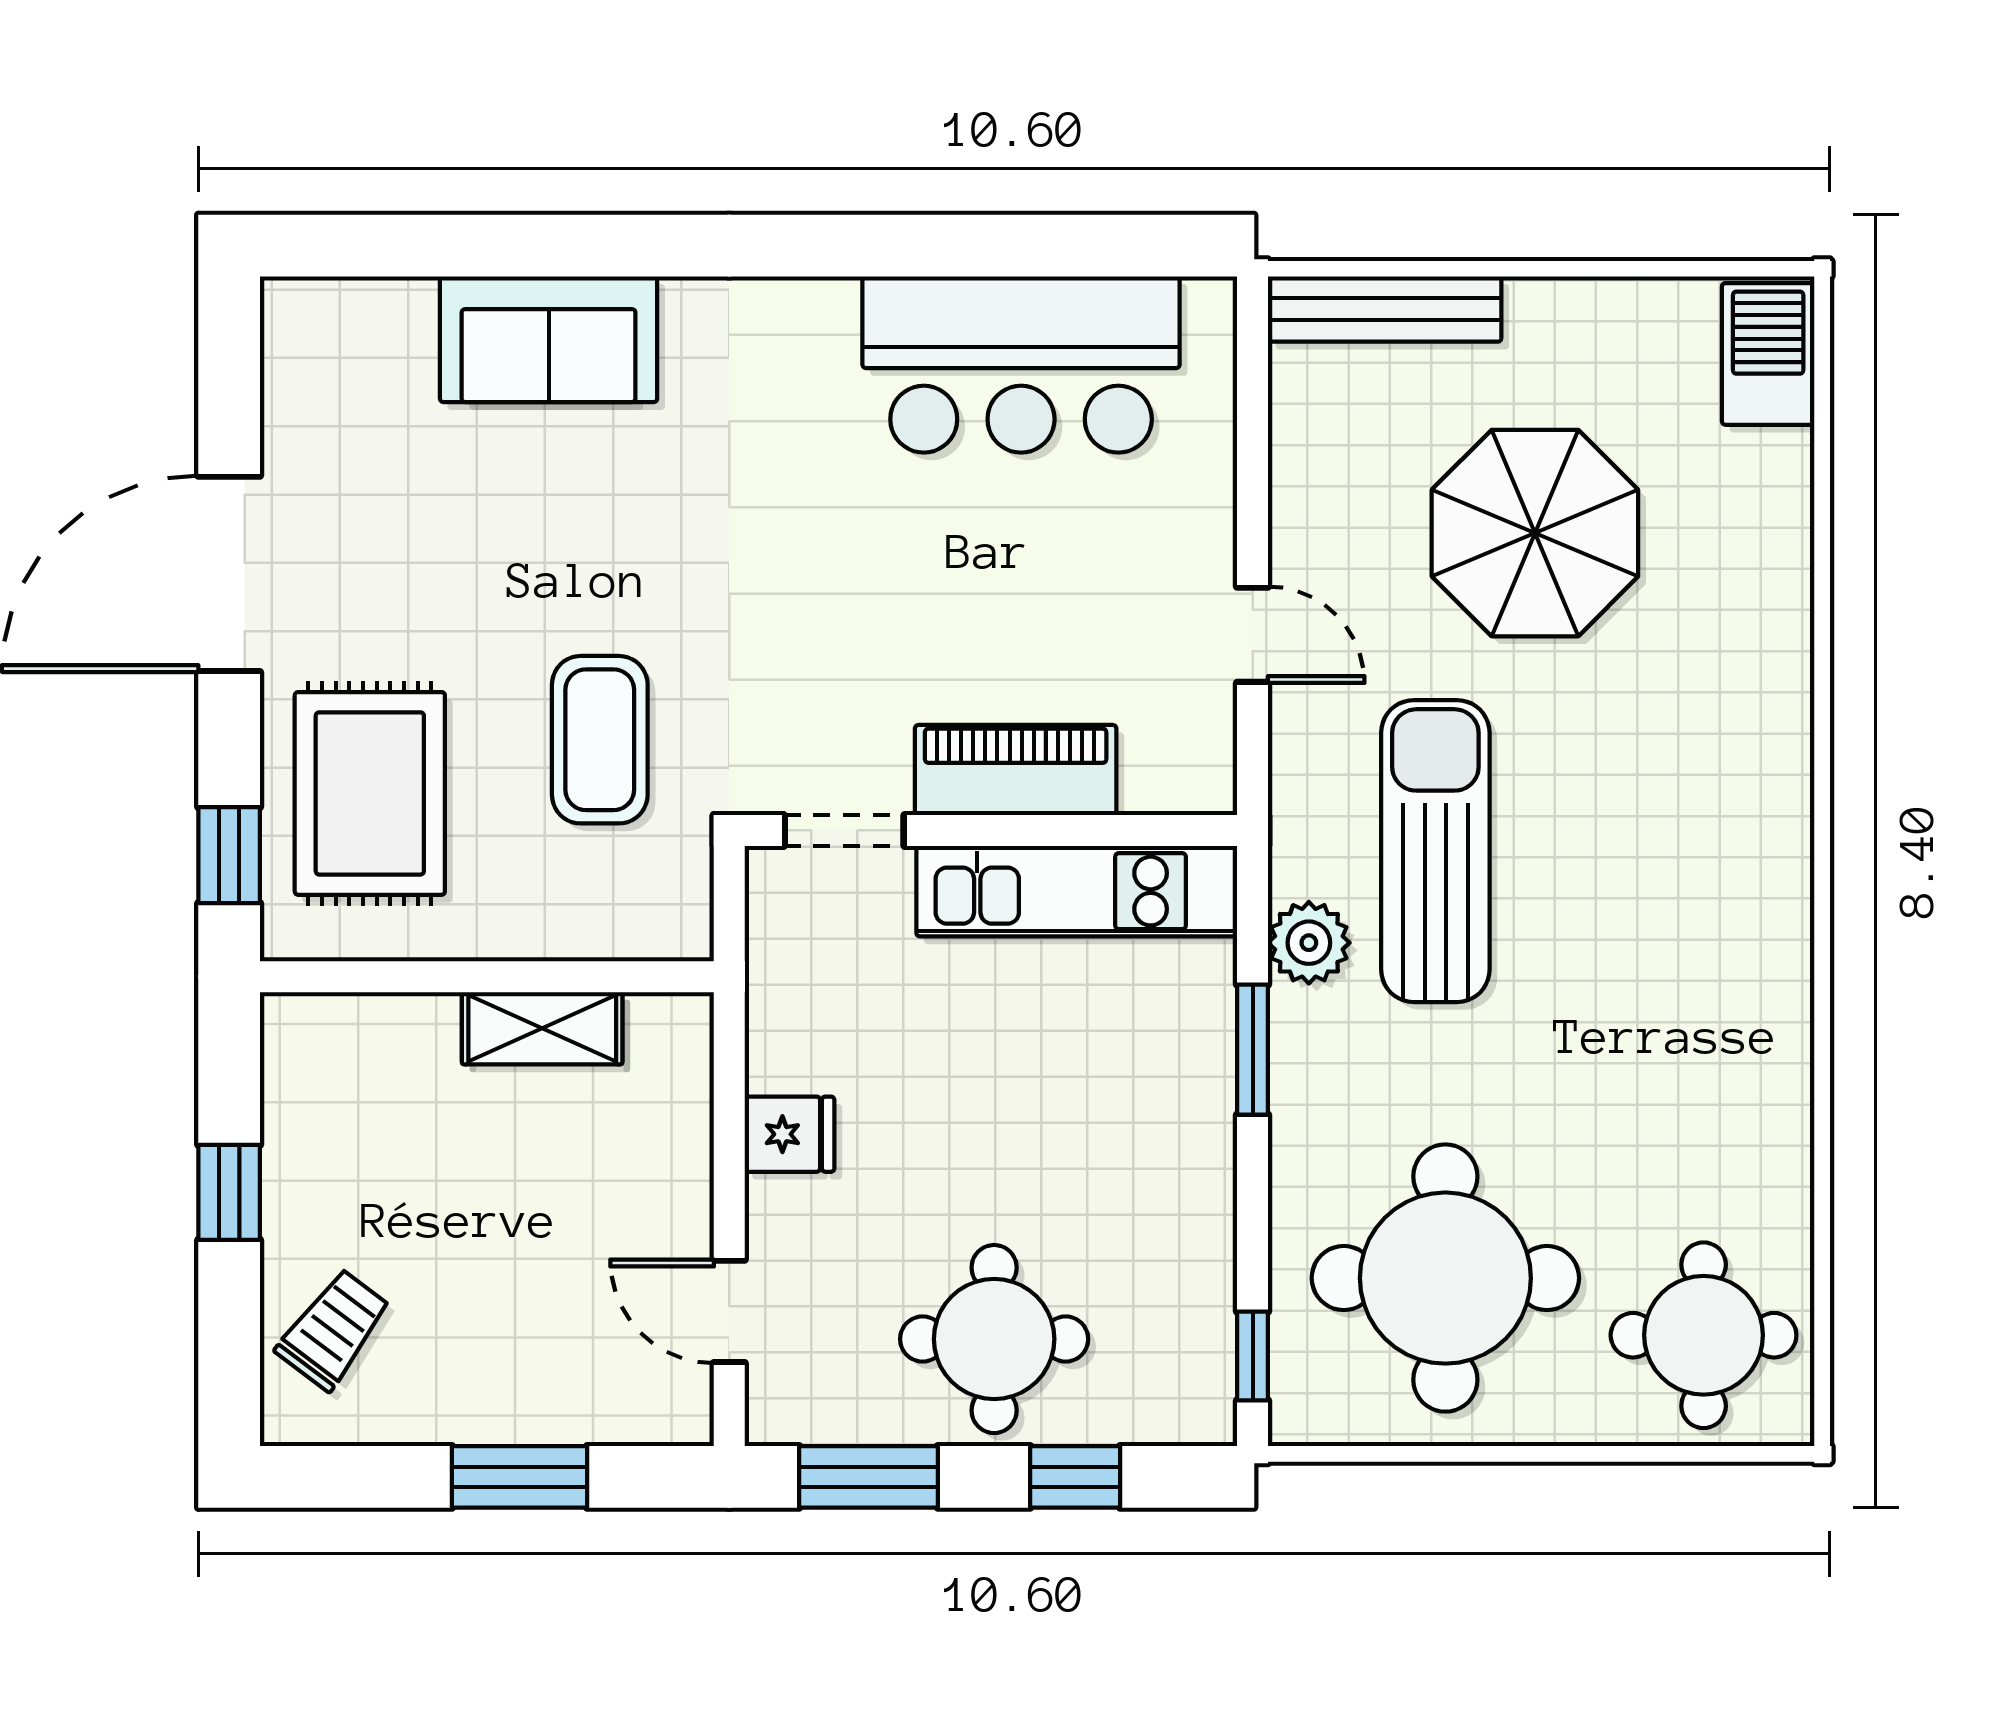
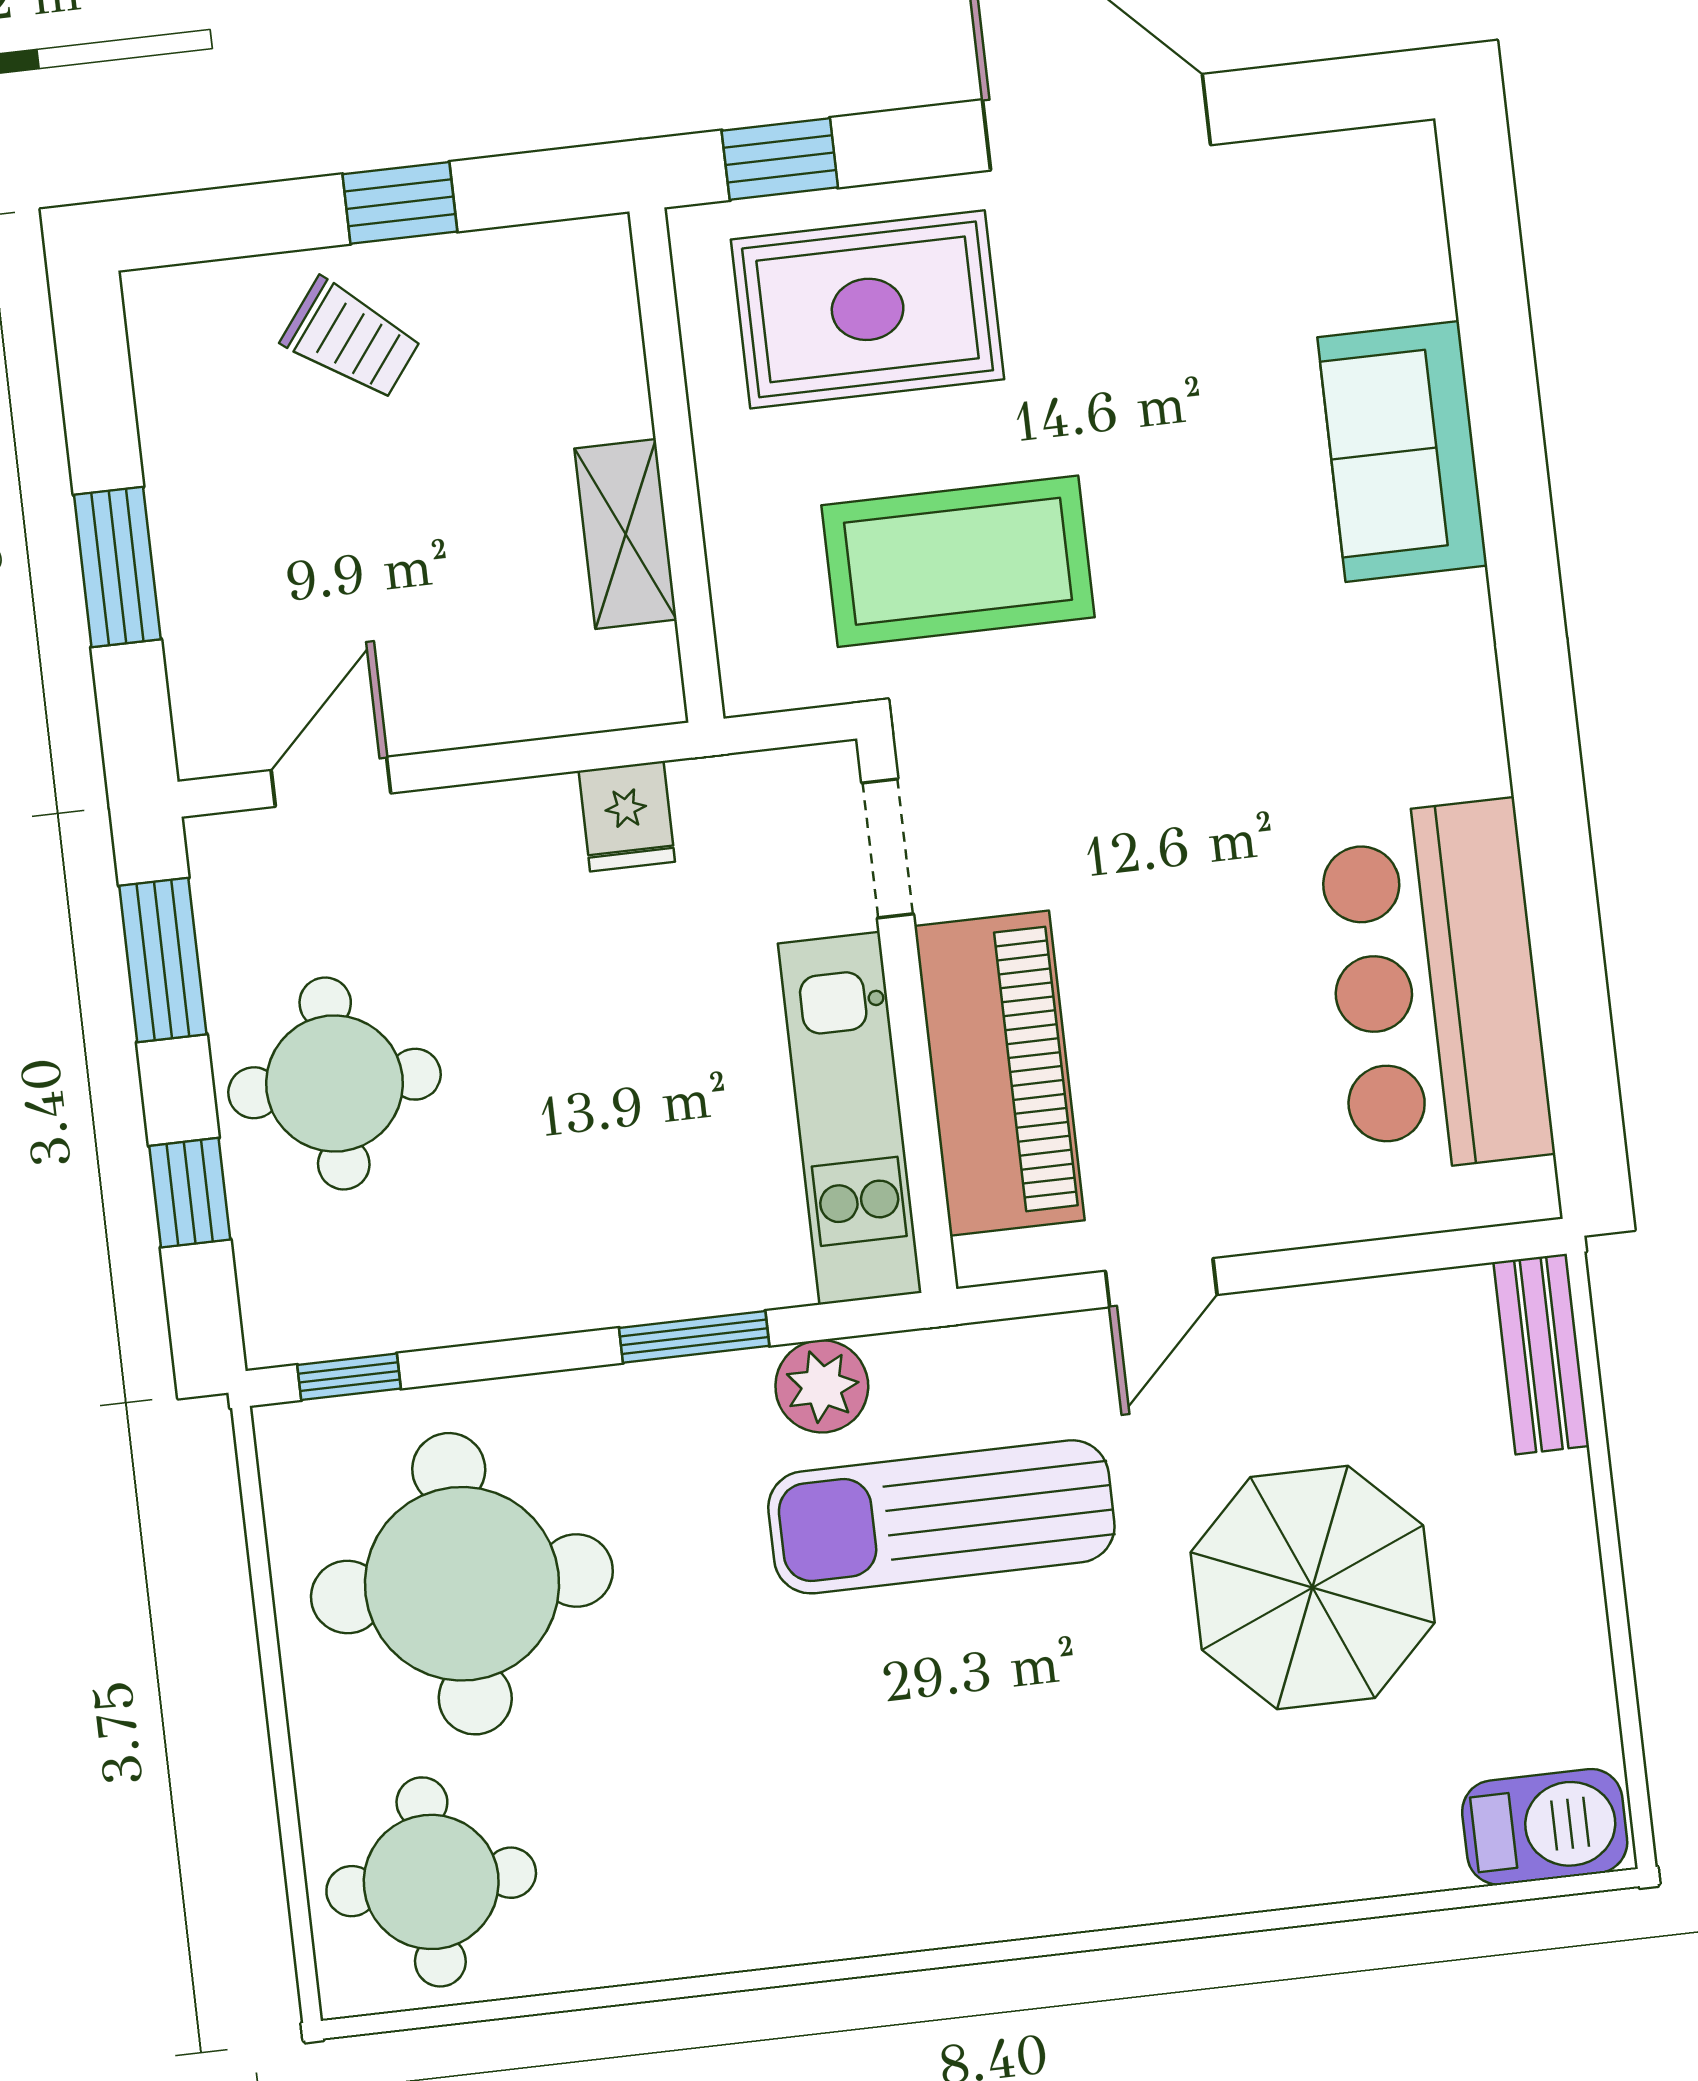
bench: (1385, 309) -> (1541, 1354), width x0.73
coffee table: (600, 740) -> (958, 561), width x1.36, depth x1.32
piano: (1016, 770) -> (999, 1073), width x1.37, depth x1.33
sun lounger: (1435, 851) -> (941, 1517), turned 180
fridge: (790, 1134) -> (627, 816), moved
trolley: (333, 1329) -> (351, 339), moved

